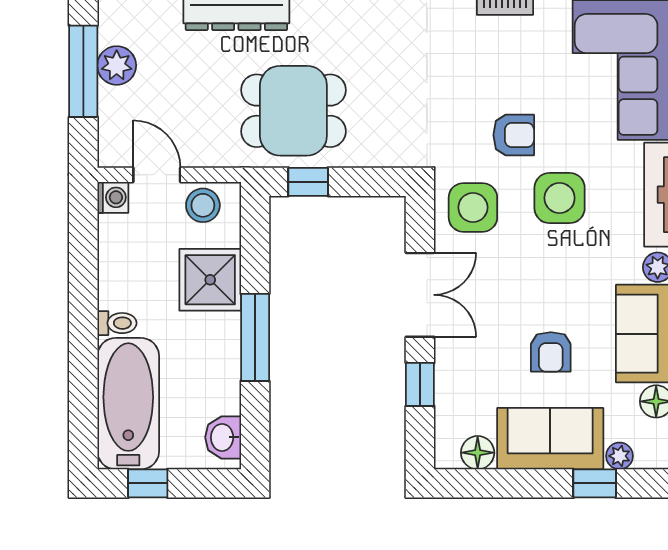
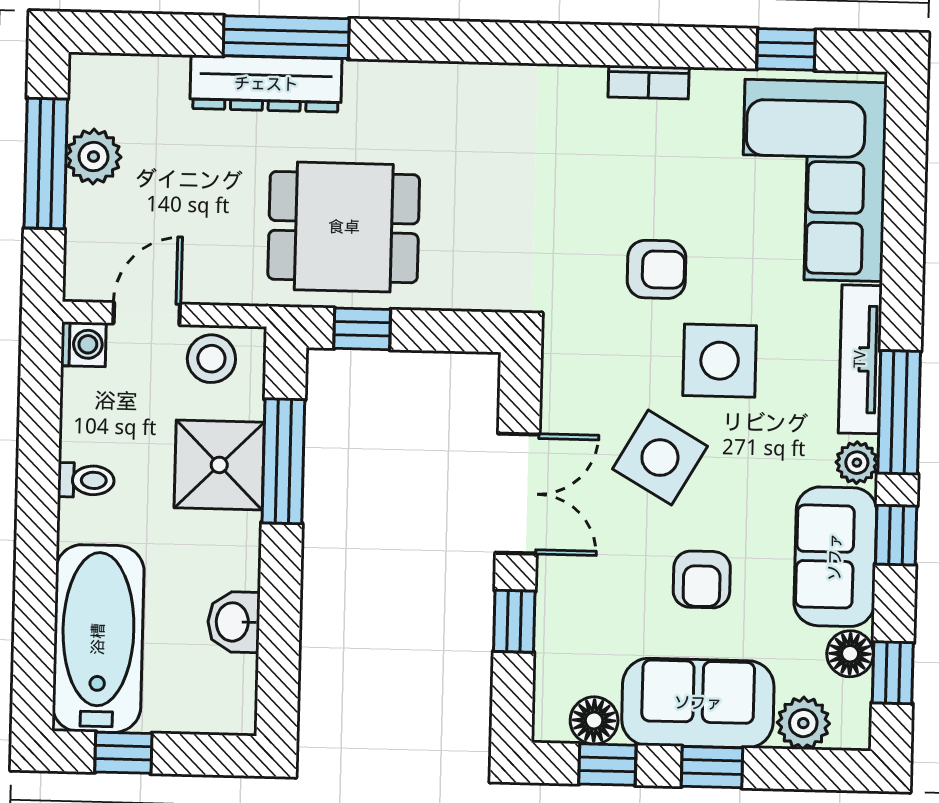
door: (157, 175) -> (147, 314), hinge flipped
side table: (473, 207) -> (660, 458), moved, turned 30
toilet: (117, 323) -> (86, 480), moved
window: (255, 337) -> (283, 461), moved
washbasin: (223, 437) -> (234, 622), moved
plant: (619, 456) -> (803, 723), width x1.38, depth x1.38
window: (488, 483) -> (607, 765), added
window: (595, 483) -> (712, 767), moved

